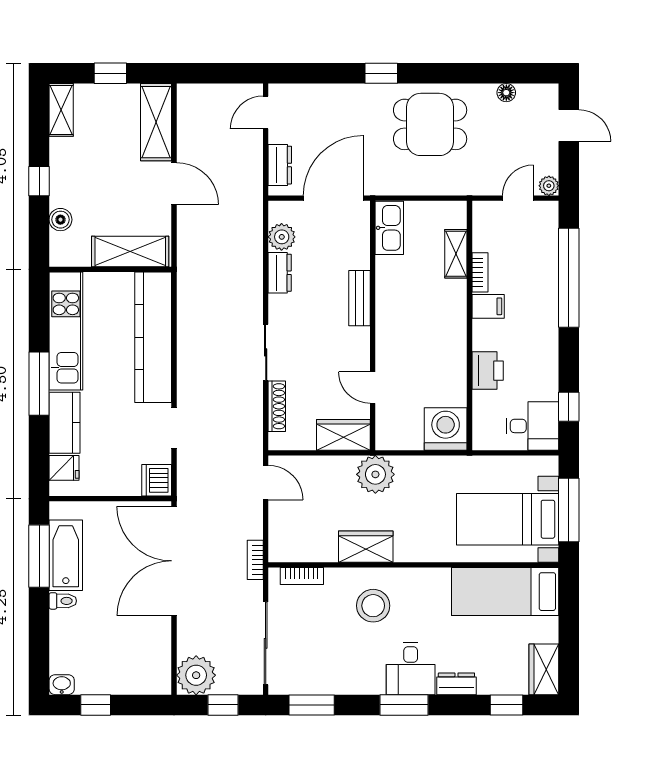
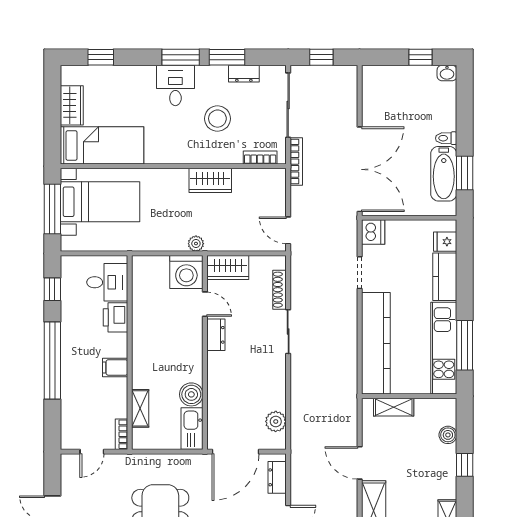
plant: (549, 186) -> (68, 461), removed
shelving: (130, 251) -> (394, 407), width x0.67, depth x0.75
boiler: (390, 272) -> (191, 394), added
bookcase: (480, 272) -> (121, 434), moved
dresser: (280, 273) -> (216, 335), moved, turned 180
window: (569, 278) -> (52, 361), moved
bench: (360, 298) -> (215, 374), removed
window: (39, 384) -> (465, 345), moved
desk: (532, 426) -> (107, 282), moved, turned 180
washing machine: (446, 429) -> (186, 272), moved
plant: (375, 474) -> (196, 244), width x0.53, depth x0.53
window: (39, 556) -> (465, 173), width x0.69
bookcase: (255, 560) -> (296, 162), width x1.56
stool: (373, 606) -> (217, 119), moved
wardrobe: (544, 669) -> (72, 105), moved
plant: (196, 675) -> (342, 80), removed
dresser: (456, 684) -> (244, 74), moved
window: (312, 705) -> (227, 57), moved

